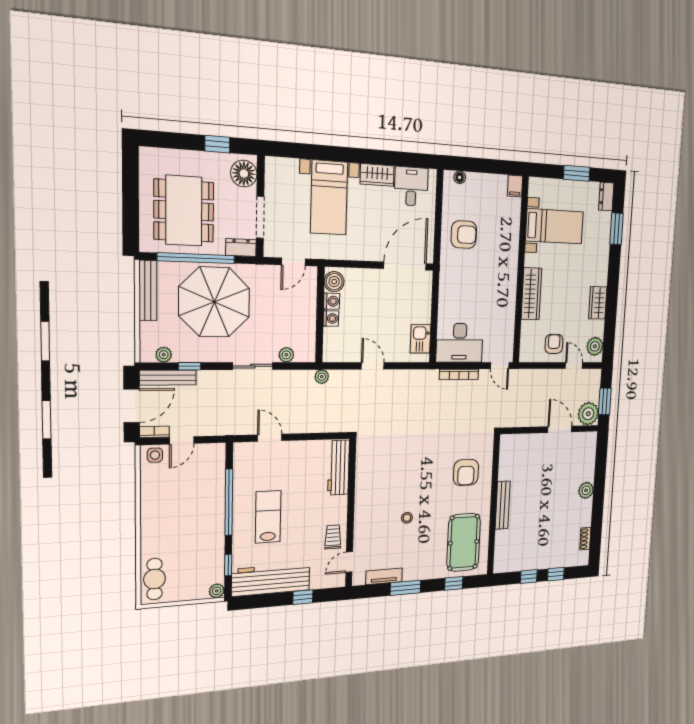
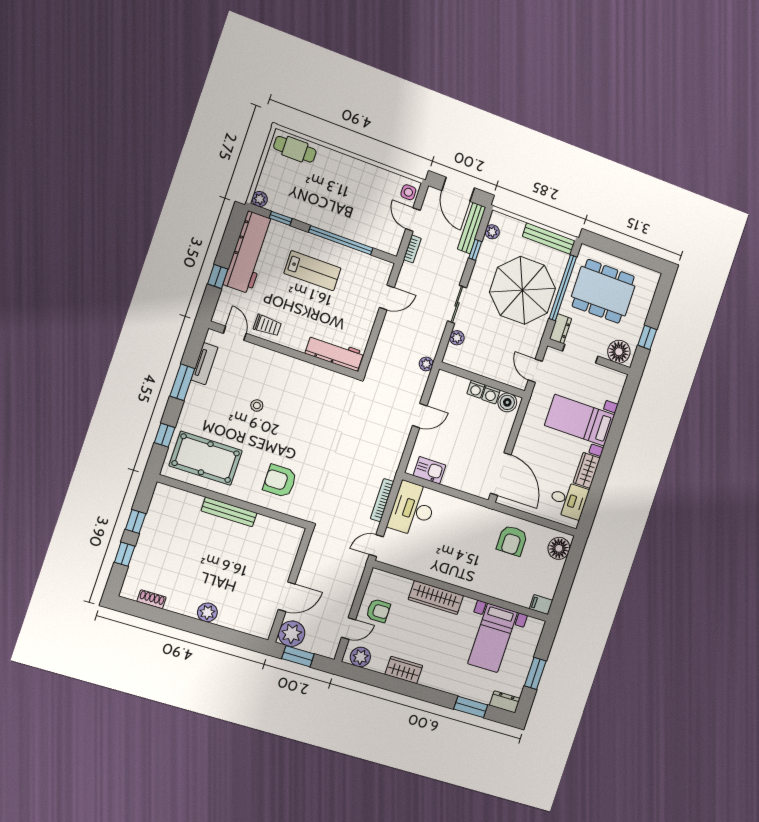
floor lamp: (460, 177) -> (559, 548), width x1.89, depth x1.89
bookcase: (154, 432) -> (412, 249), moved

